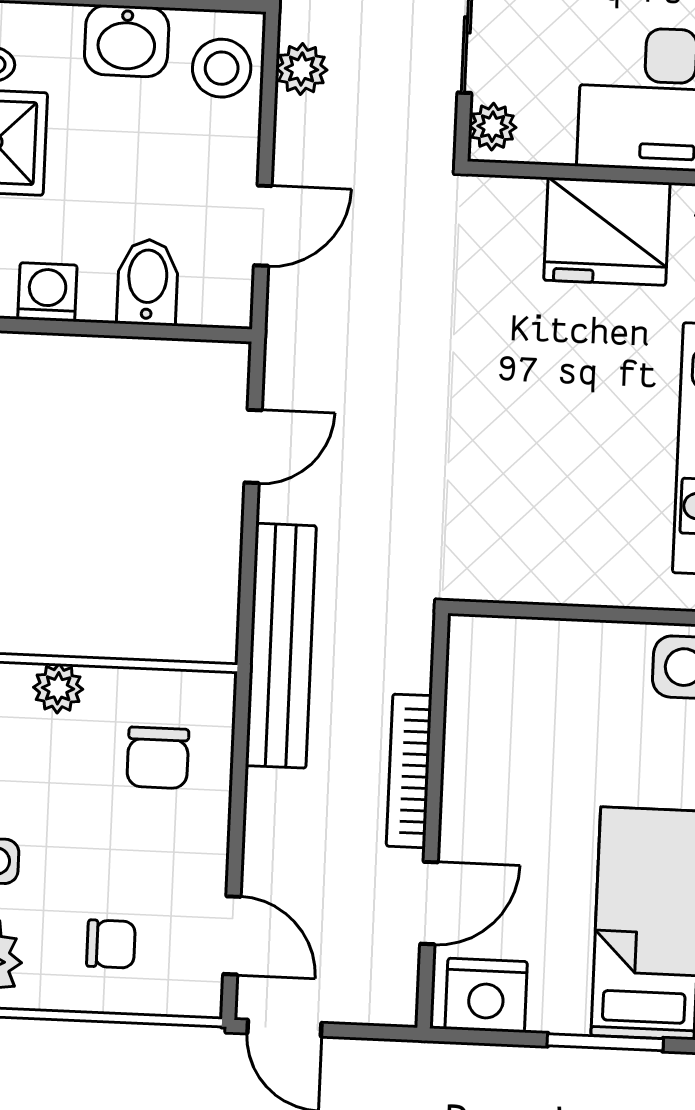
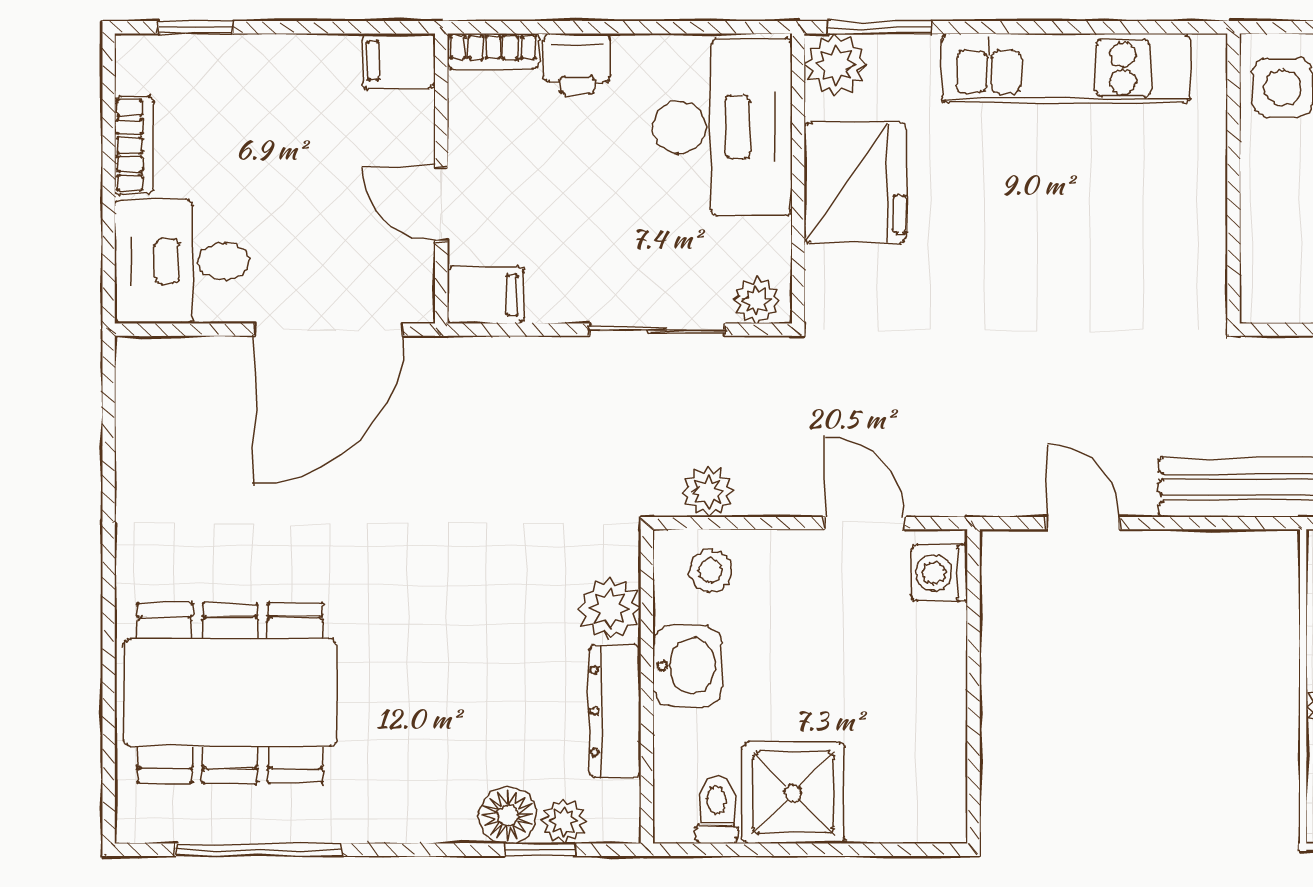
stool: (222, 68) -> (710, 571), width x0.73, depth x0.73
bidet: (148, 282) -> (925, 635), removed
washing machine: (47, 292) -> (939, 573), moved

